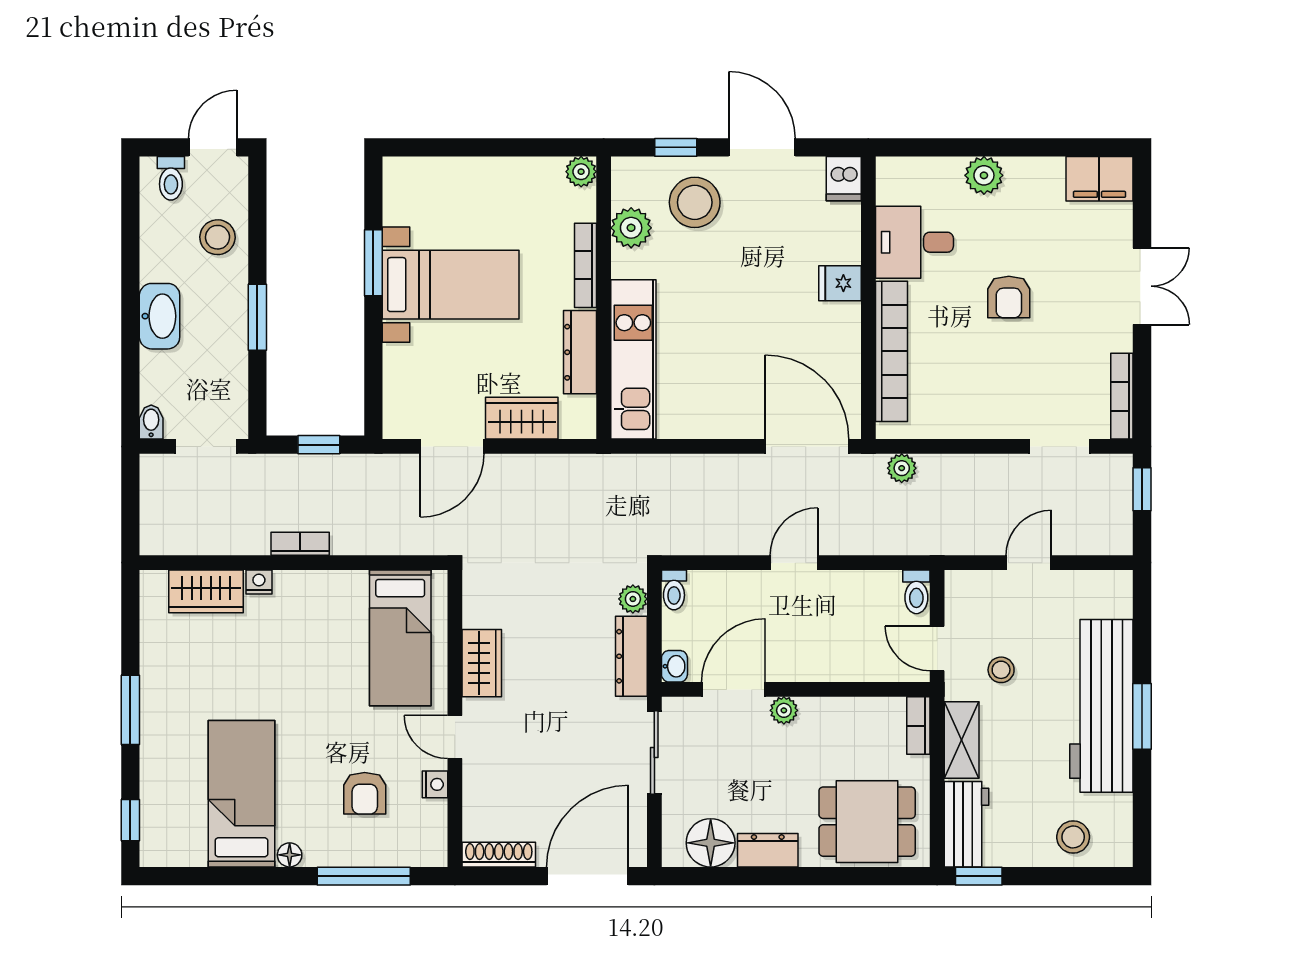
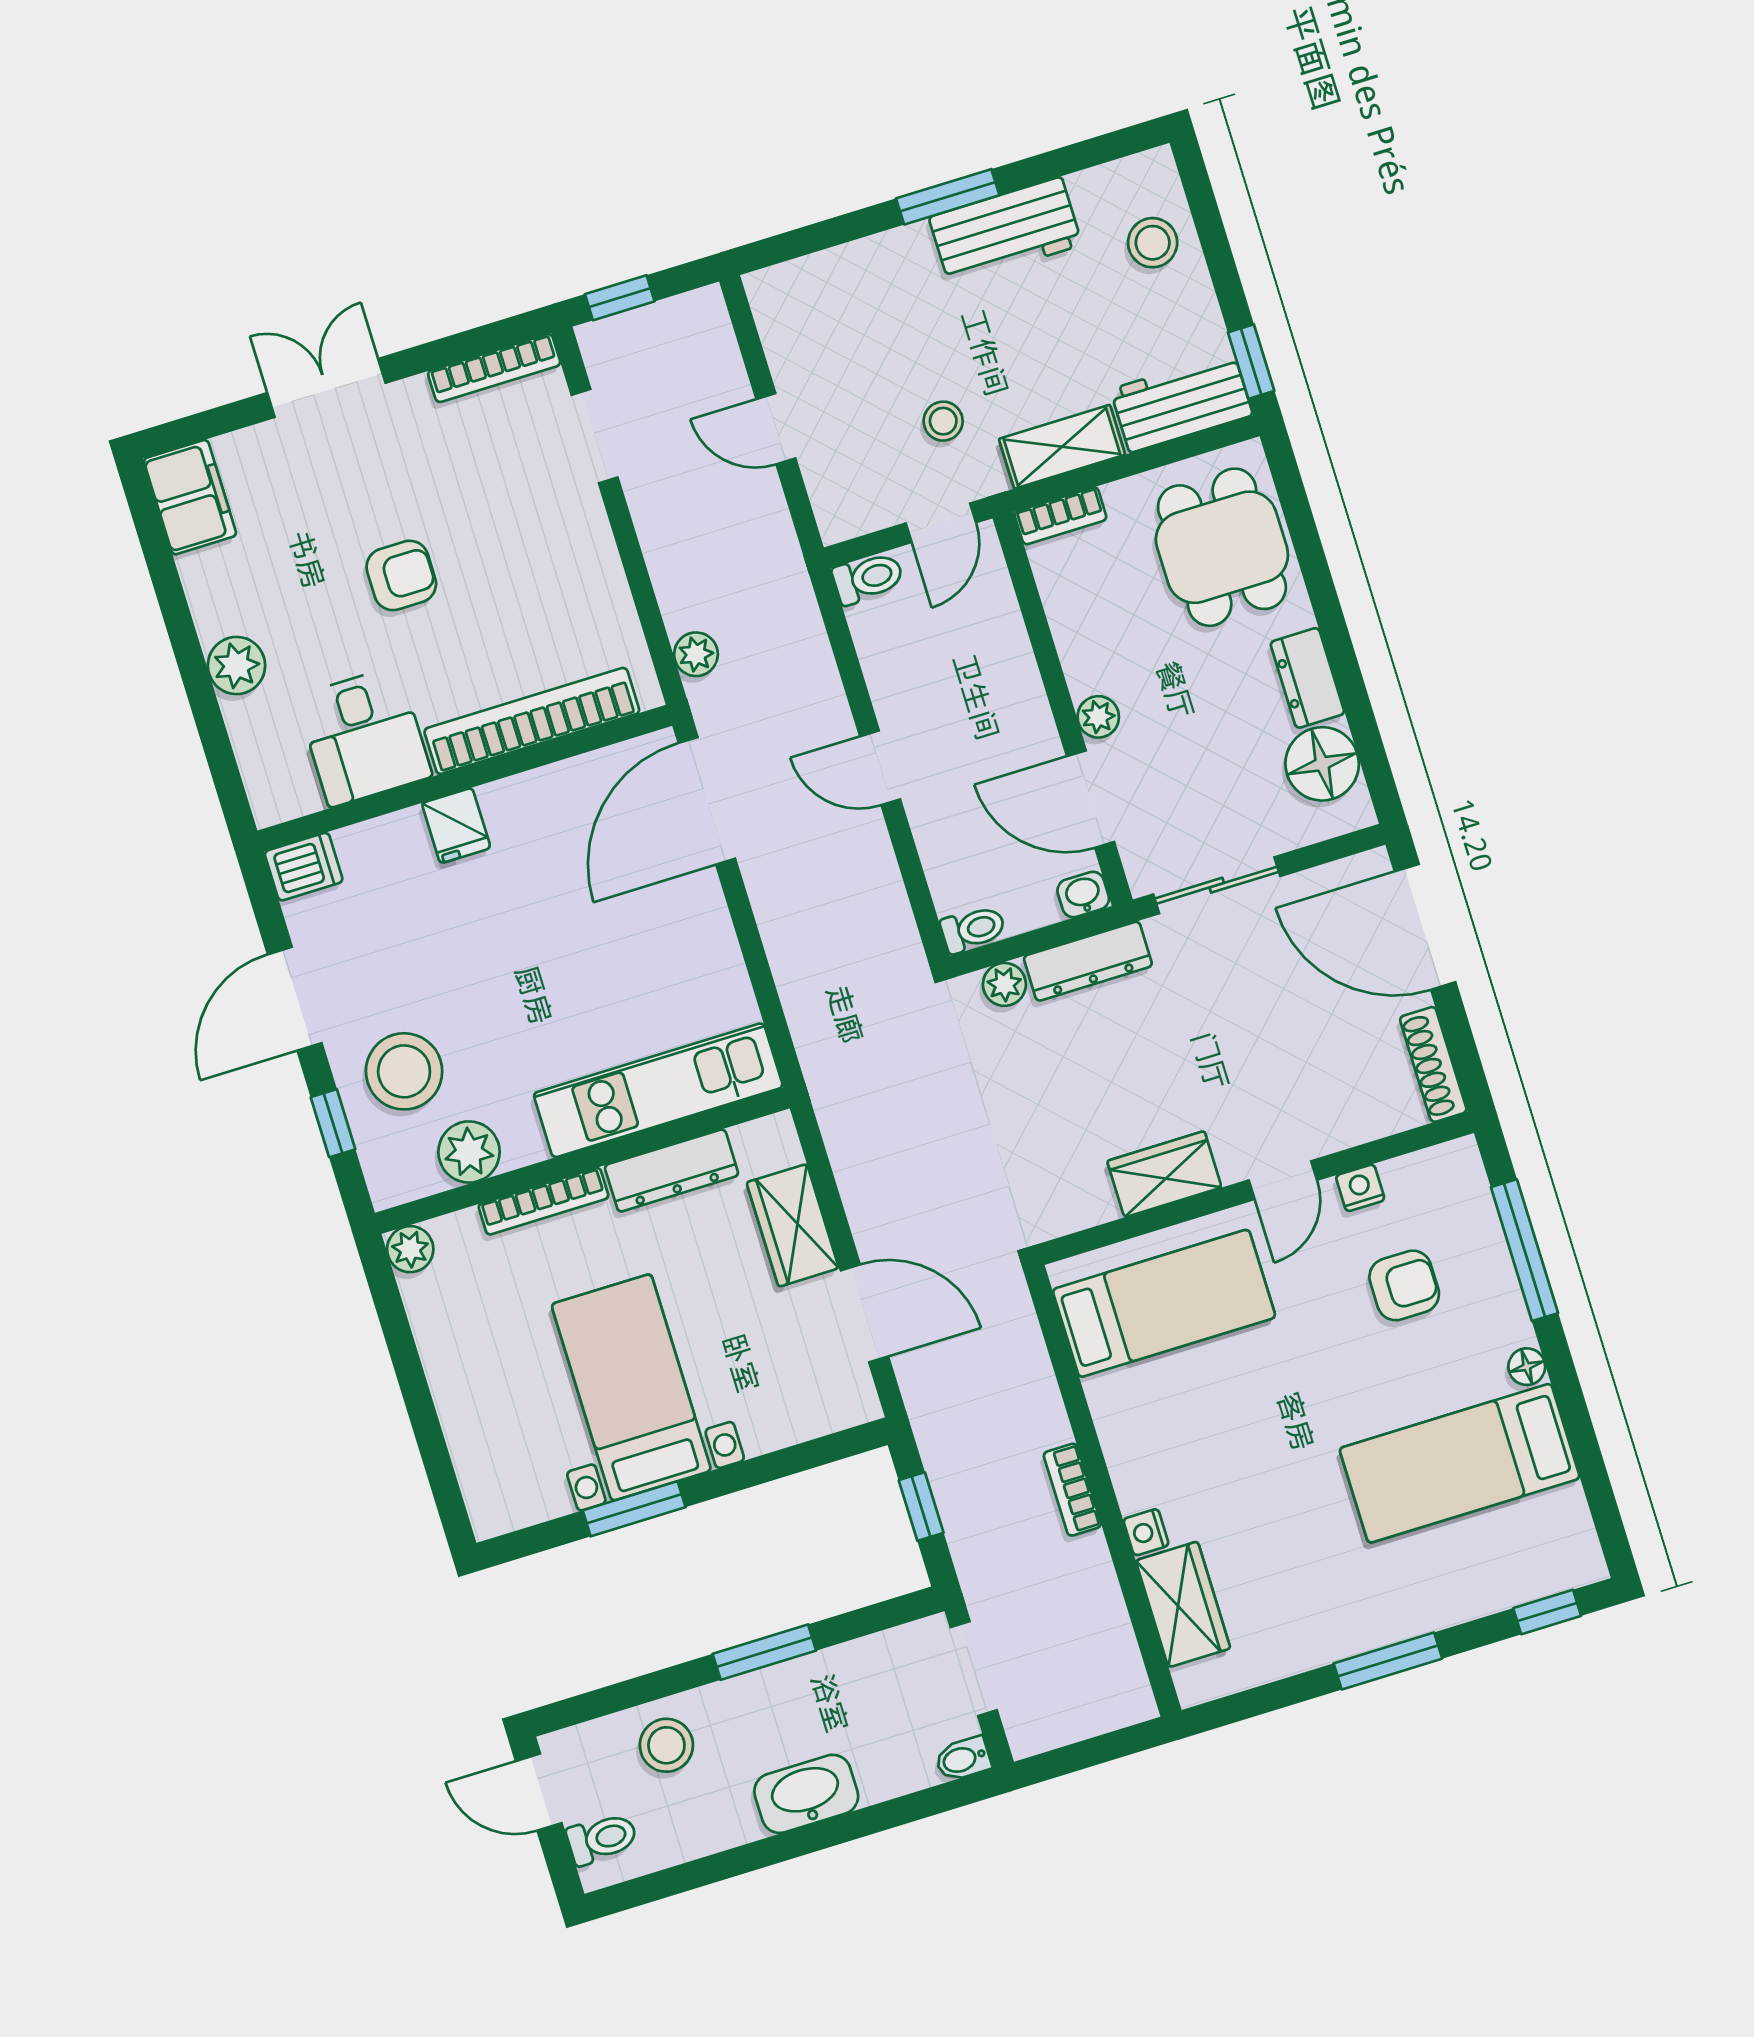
workbench: (1101, 706) -> (1005, 231), width x0.53, depth x0.76

